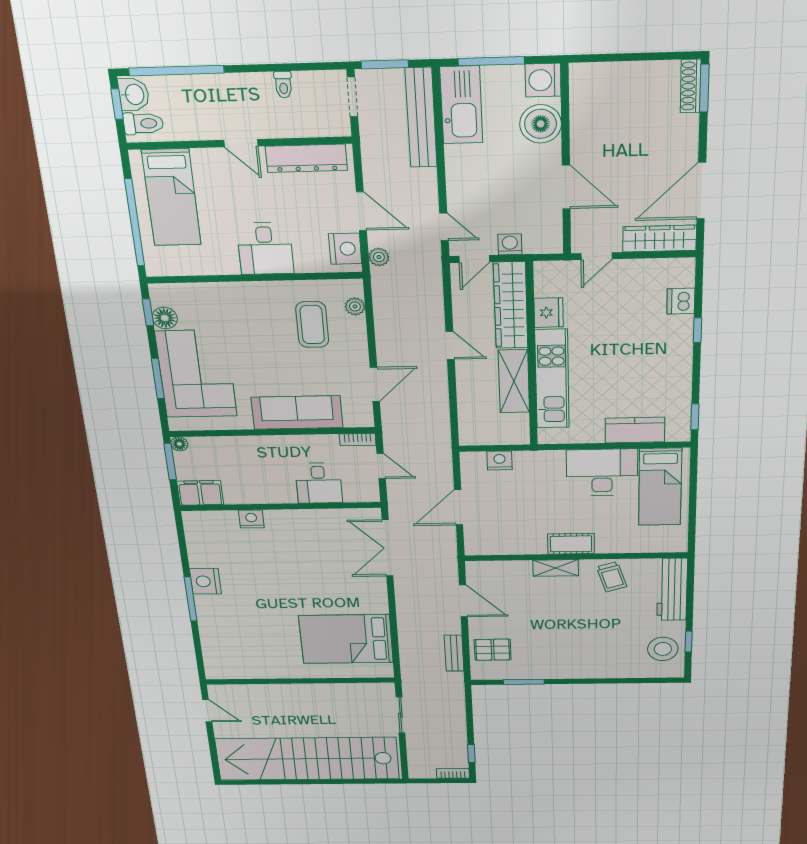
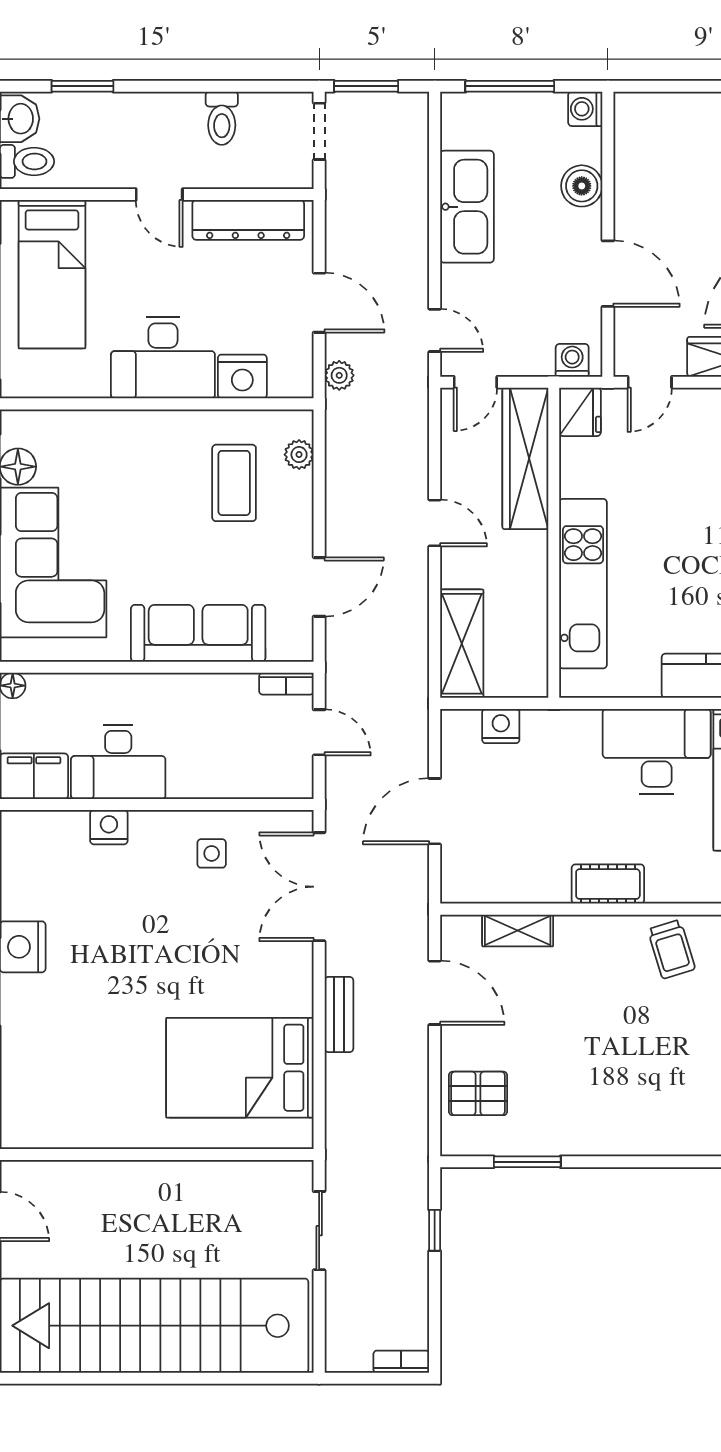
window: (176, 71) -> (82, 86), width x0.47
washing machine: (543, 80) -> (585, 109), width x0.73, depth x0.73
toilet: (283, 85) -> (222, 118), width x1.37, depth x1.39
kitchen sink: (461, 105) -> (467, 207), moved
bench: (421, 118) -> (411, 165), removed
boiler: (541, 124) -> (582, 186), width x0.73, depth x0.73
washing machine: (510, 244) -> (572, 360), moved
desk: (265, 249) -> (163, 358), width x1.37
nightstand: (345, 249) -> (242, 376), moved, turned 90
fridge: (549, 313) -> (580, 412), moved
shelving: (514, 381) -> (462, 644), moved
desk: (319, 483) -> (118, 762), moved, width x1.37
side table: (318, 532) -> (212, 853), added
shelving: (556, 568) -> (518, 931), moved
bench: (454, 653) -> (339, 1015), moved
window: (471, 753) -> (435, 1230), moved

